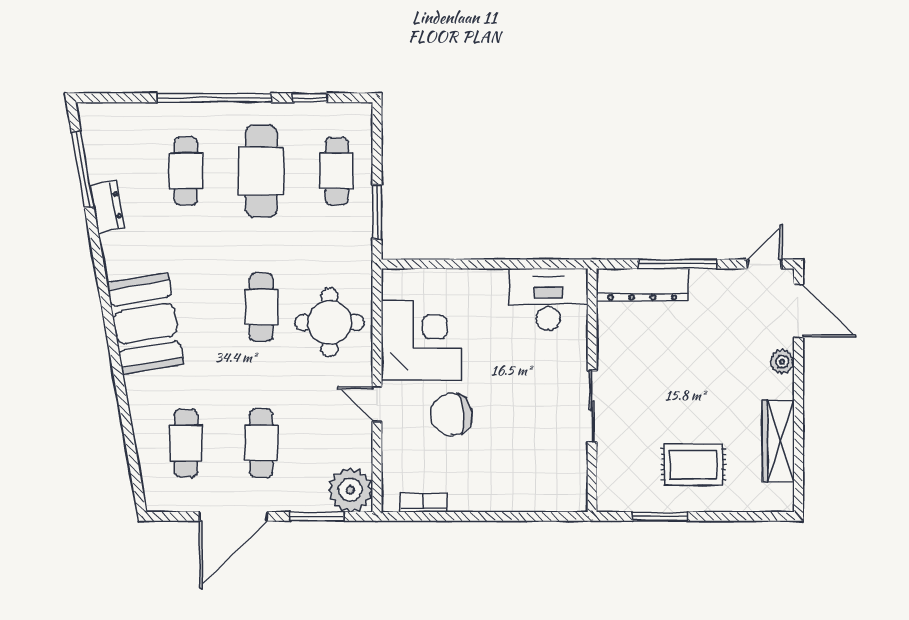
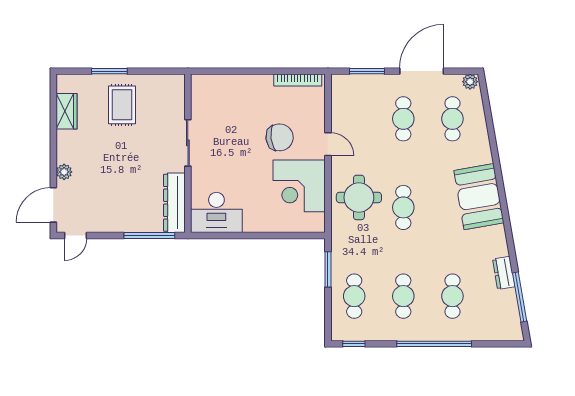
window: (310, 98) -> (354, 344), moved
cafe table: (261, 171) -> (403, 296), width x0.73, depth x0.74
window: (678, 264) -> (149, 235), moved
dresser: (642, 285) -> (174, 203), moved, turned -90
door: (799, 311) -> (53, 205), hinge flipped
wardrobe: (778, 441) -> (67, 111), width x0.67
rug: (693, 465) -> (122, 105), turned 90
plant: (350, 490) -> (470, 82), moved, width x0.53, depth x0.53
bookcase: (424, 503) -> (298, 80), width x1.56
window: (660, 516) -> (109, 71), moved

